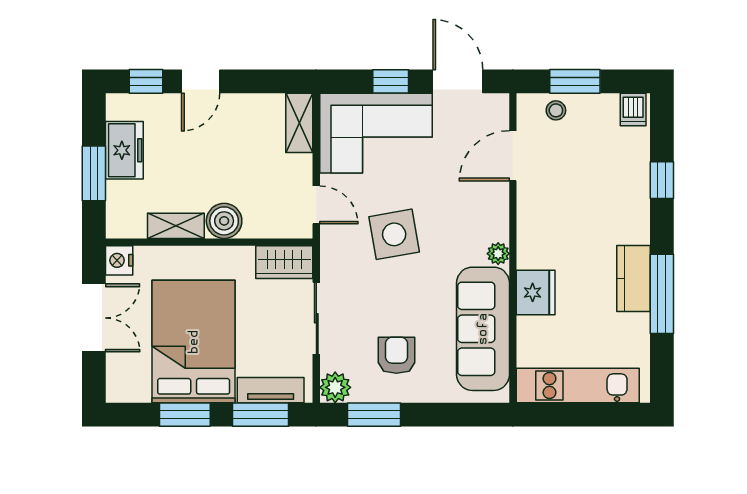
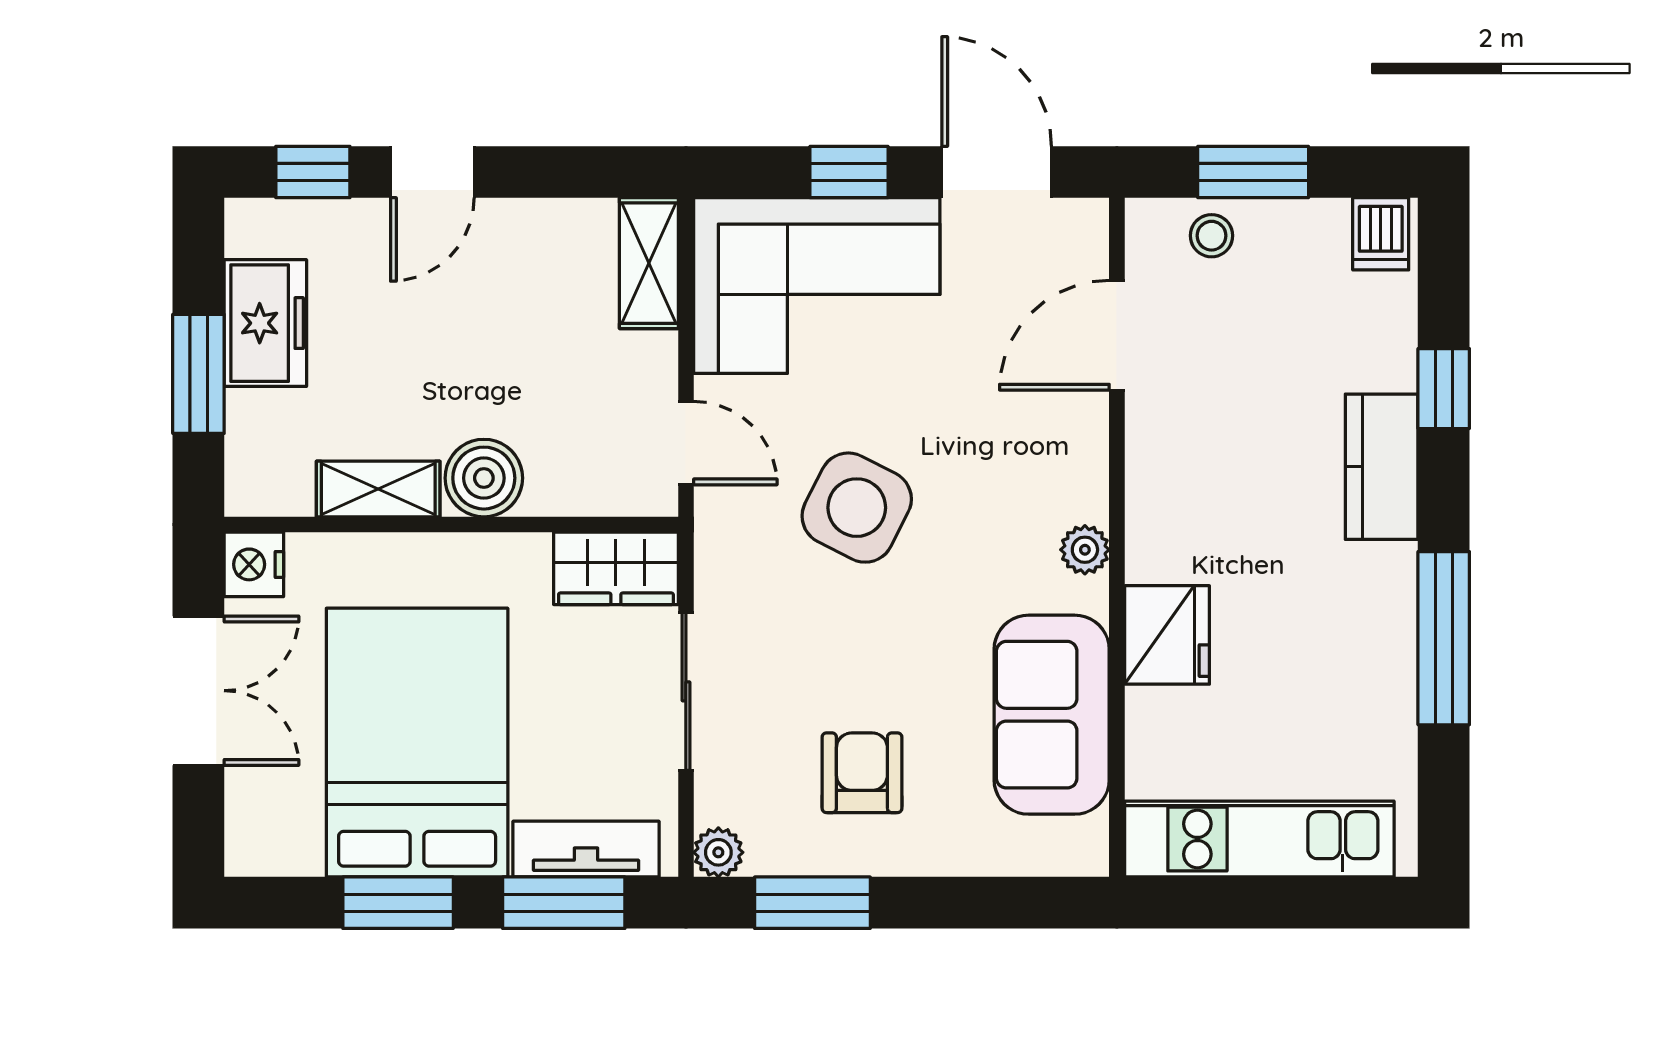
side table: (394, 234) -> (857, 508), turned 37
kitchen counter: (633, 279) -> (1382, 467), moved
sofa: (483, 329) -> (1052, 715), width x0.73
plant: (335, 387) -> (718, 852), width x0.73, depth x0.73

